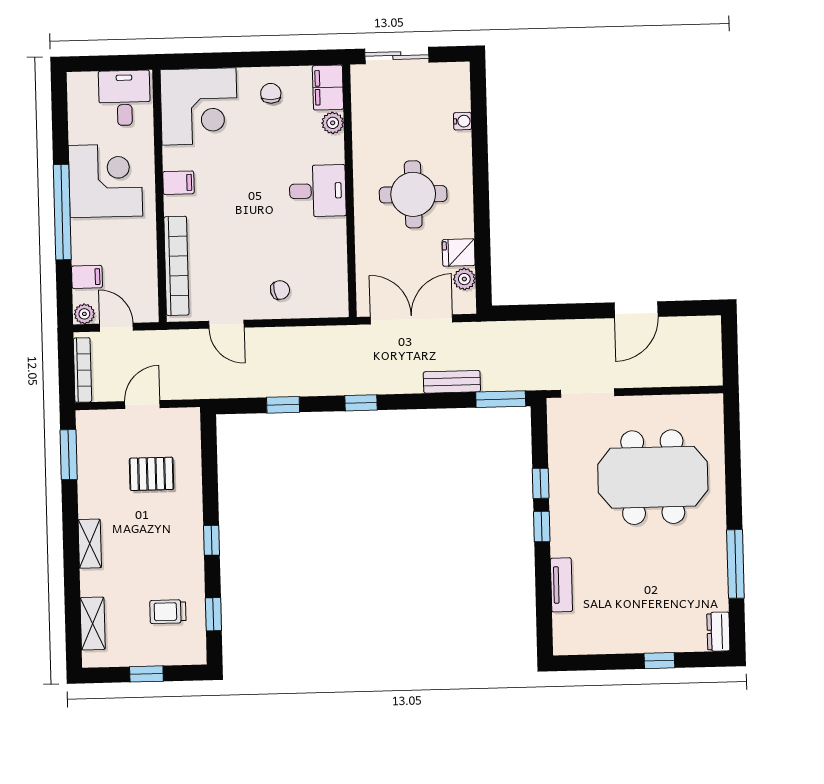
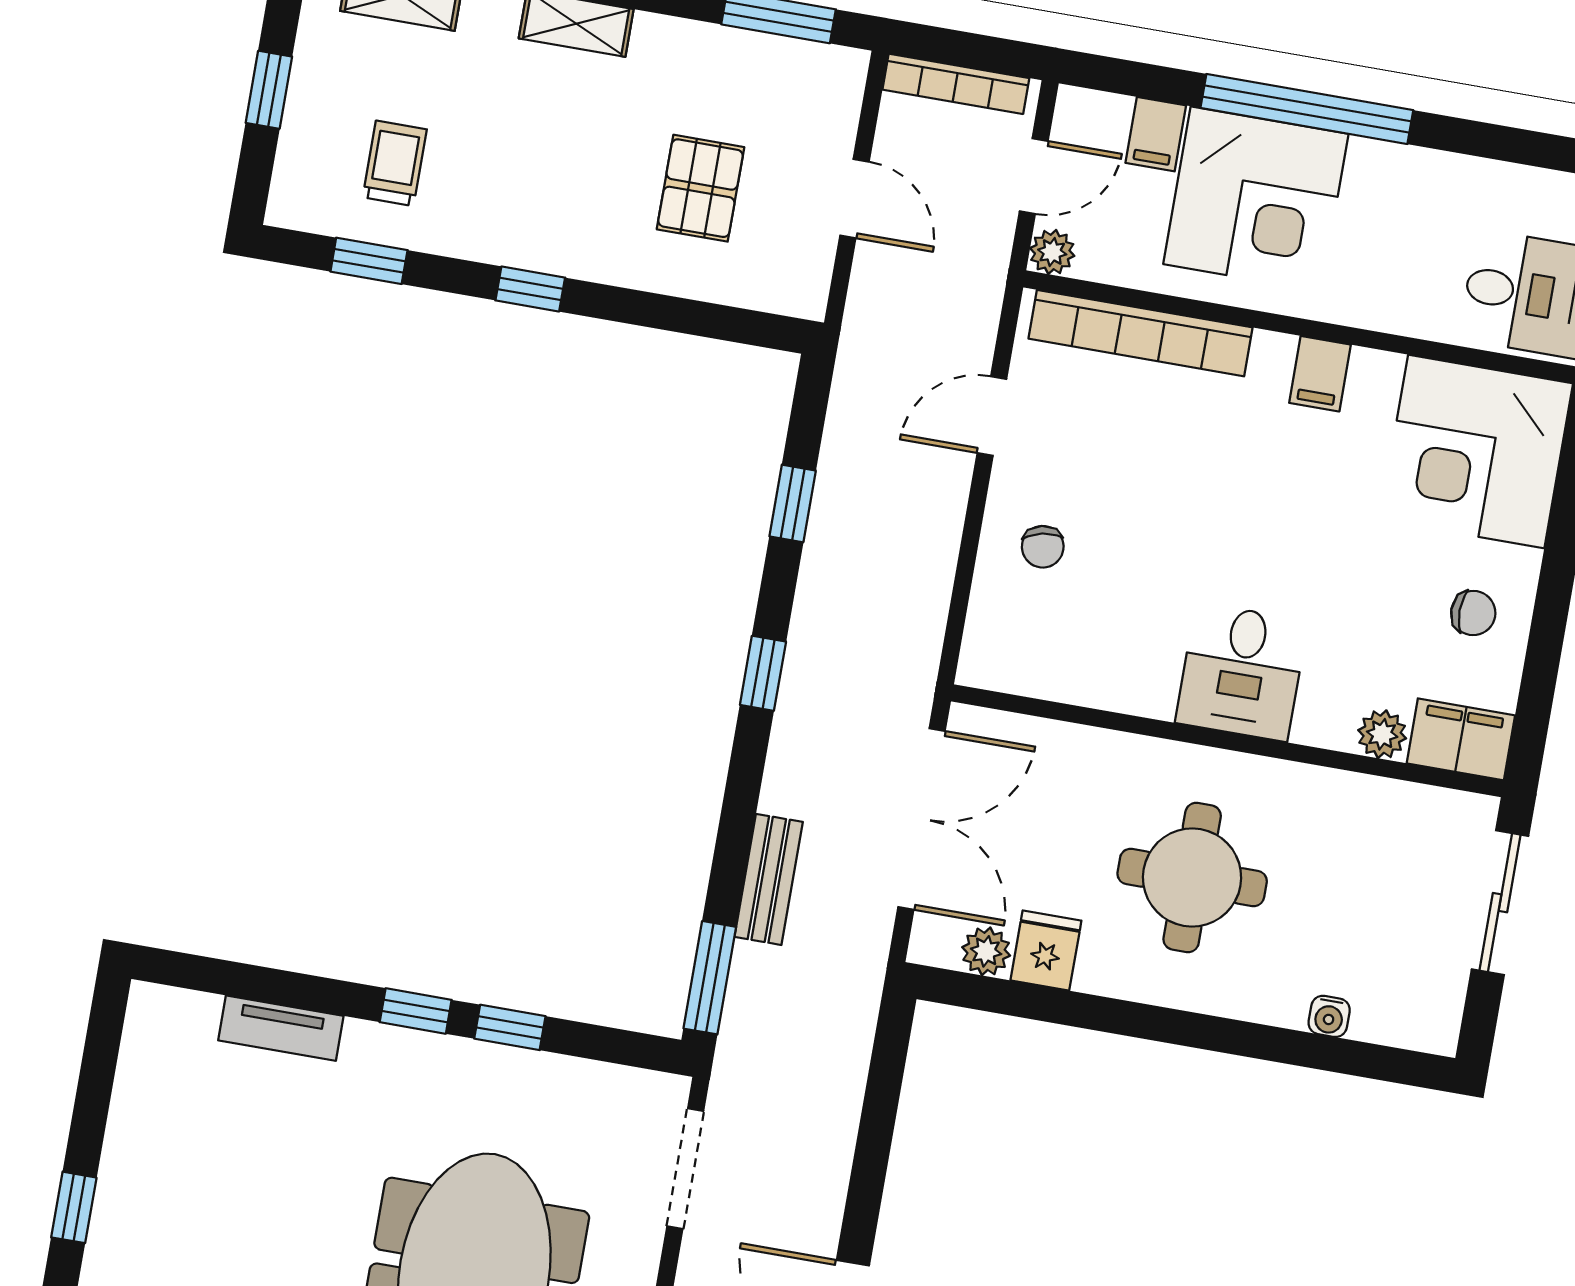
corner desk: (105, 181) -> (1256, 199), moved
plant: (84, 314) -> (1052, 252), moved

